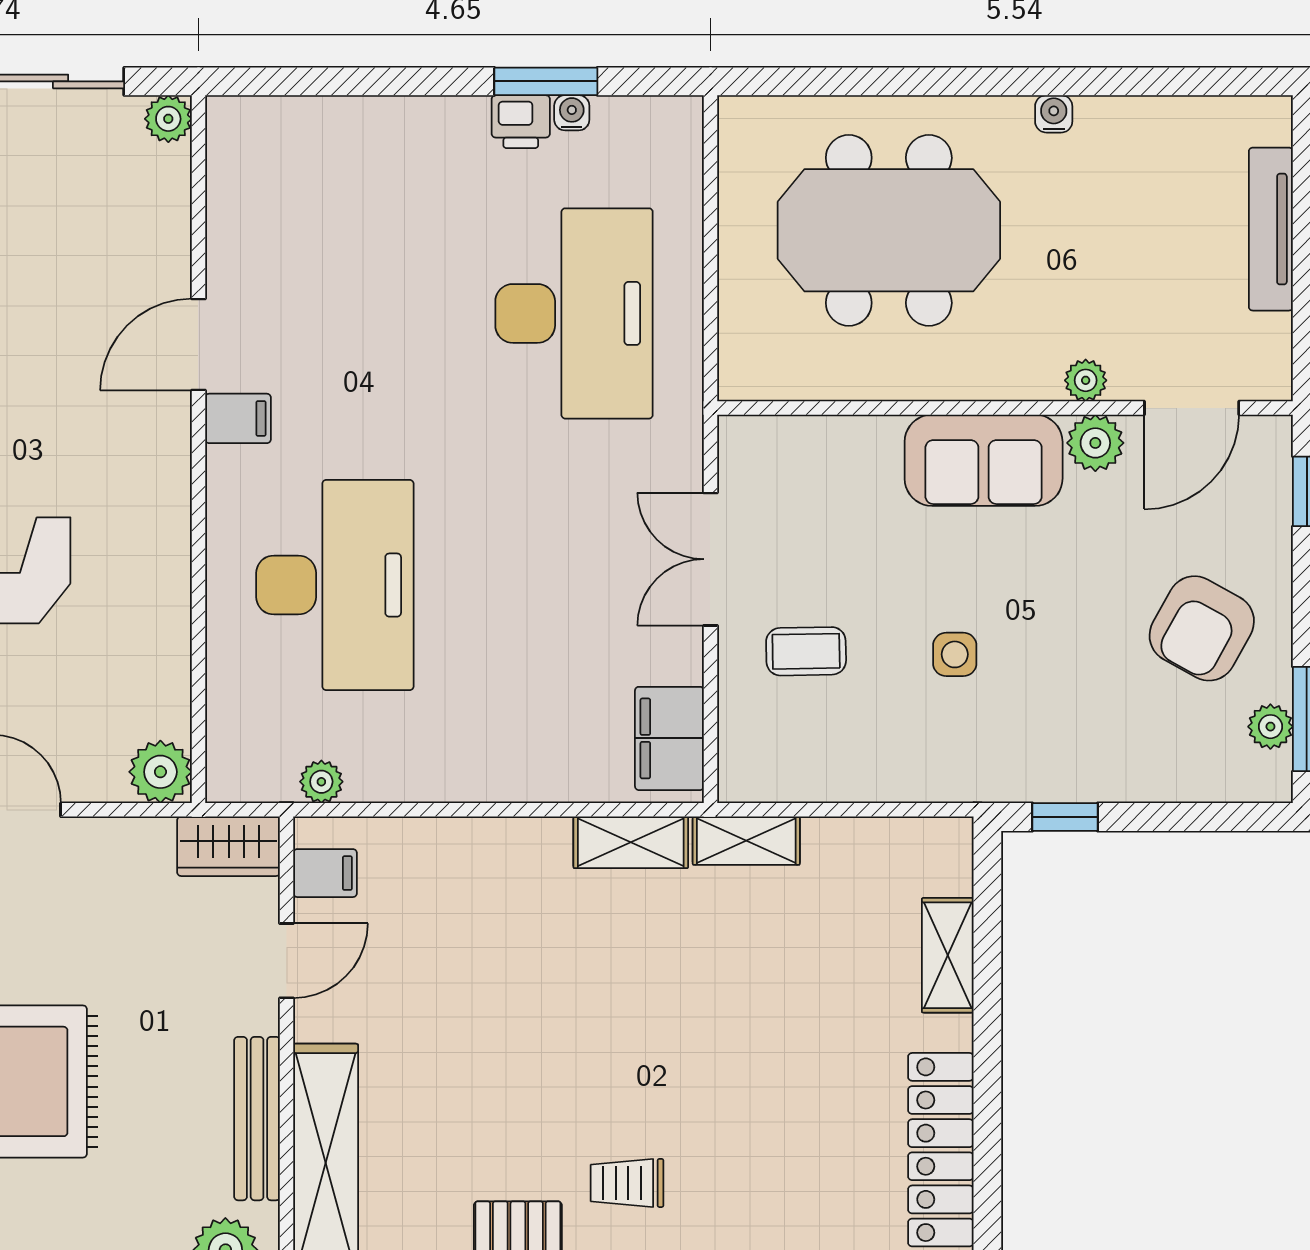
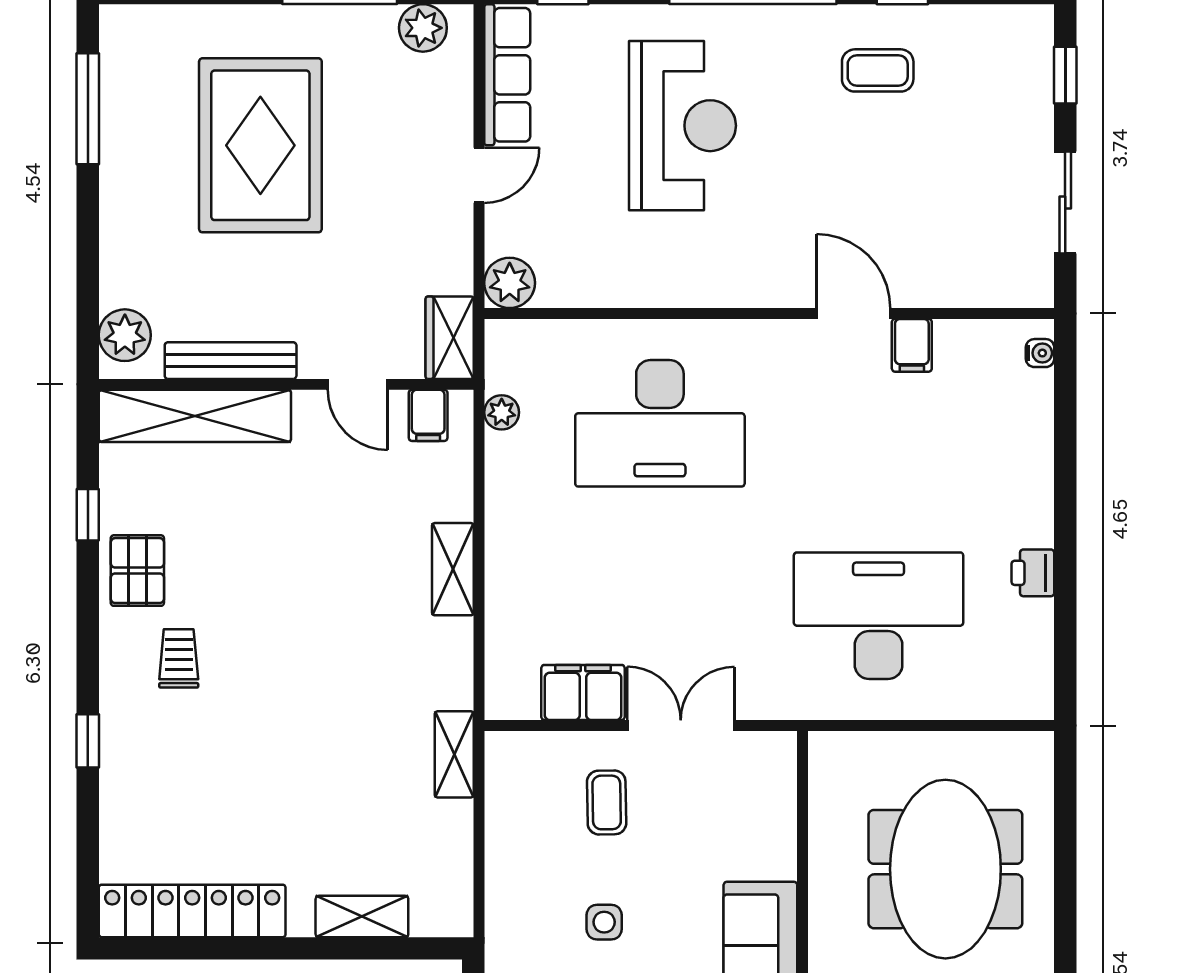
window: (546, 81) -> (1065, 593), removed
water cooler: (572, 113) -> (1040, 353), moved
plant: (168, 119) -> (1035, 289), removed
desk: (574, 313) -> (879, 616), turned 180
filing cabinet: (238, 418) -> (912, 345), moved
filing cabinet: (669, 738) -> (583, 692), moved
shelving: (631, 842) -> (453, 569), moved

